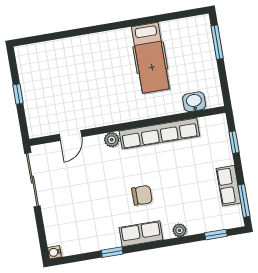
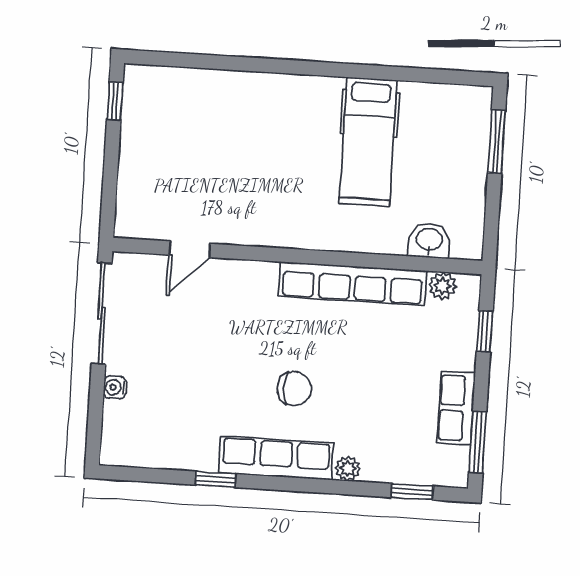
window: (18, 94) -> (115, 101), moved
plant: (112, 140) -> (443, 286), moved
row of seats: (141, 234) -> (276, 458), width x1.48
water cooler: (54, 252) -> (115, 387), moved

